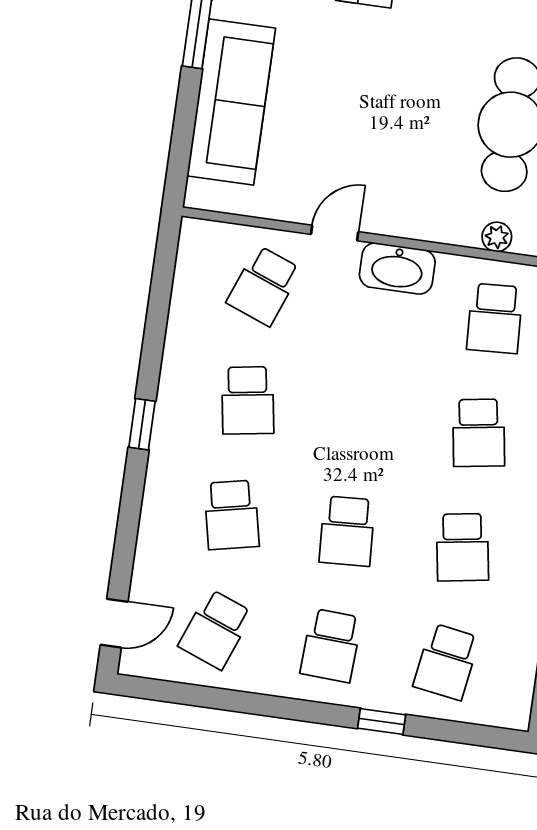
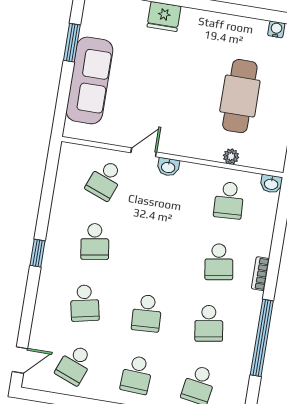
washbasin: (397, 268) -> (168, 167), width x0.52, depth x0.69

